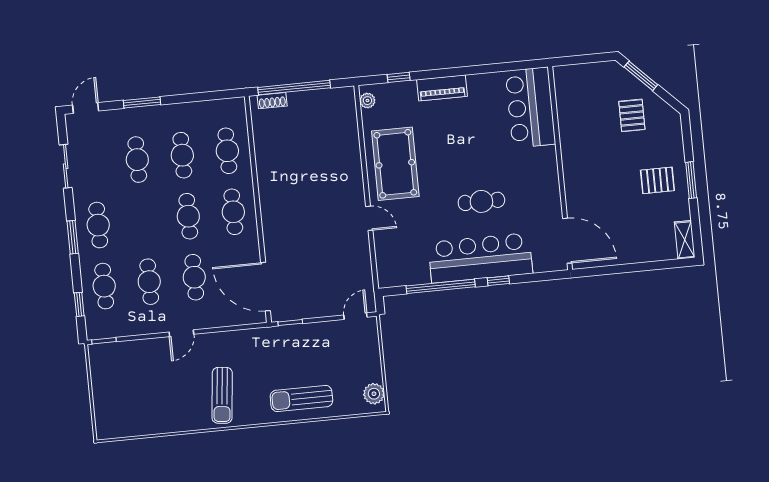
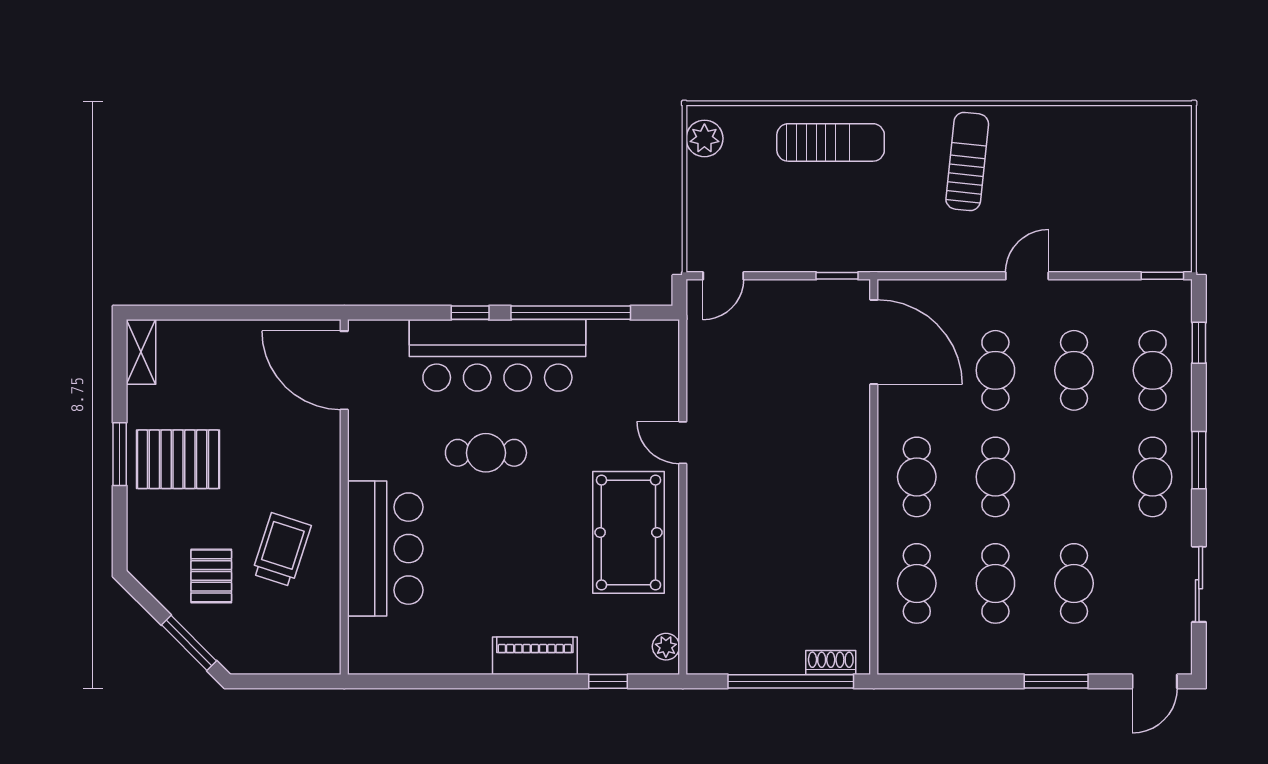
bar counter: (530, 107) -> (385, 549), moved
trolley: (593, 134) -> (281, 550), added
pallet: (657, 180) -> (178, 459), width x1.50, depth x1.42

